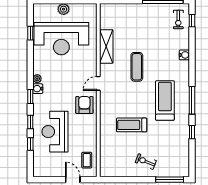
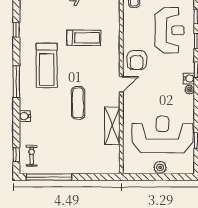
window: (192, 100) -> (16, 82), moved

